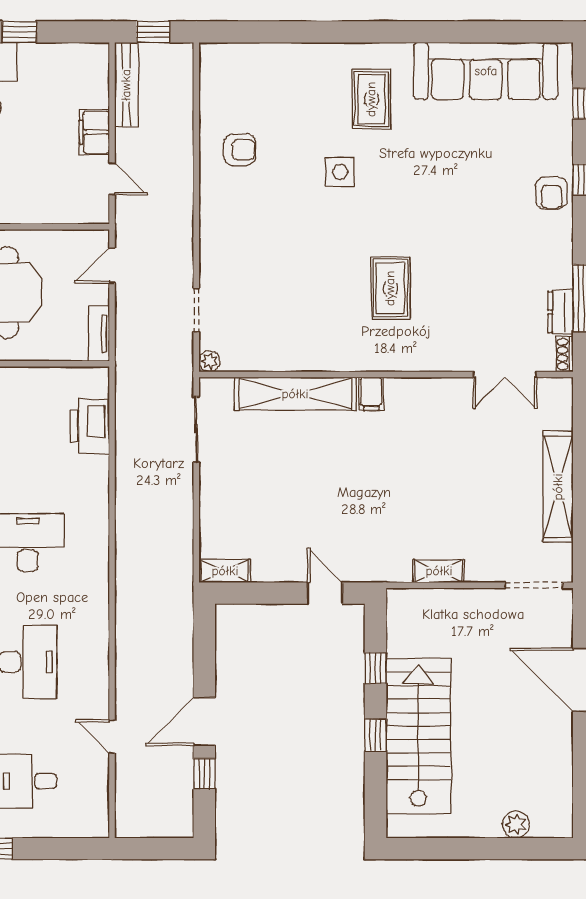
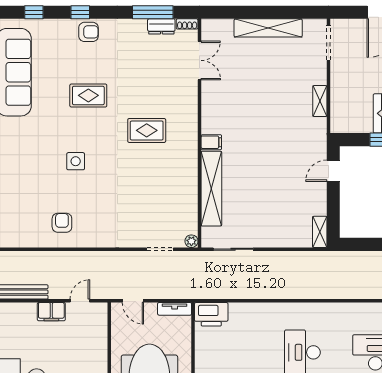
rug: (371, 99) -> (88, 95), moved
printer: (90, 426) -> (211, 314), moved

